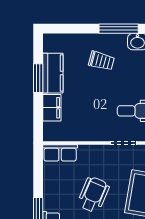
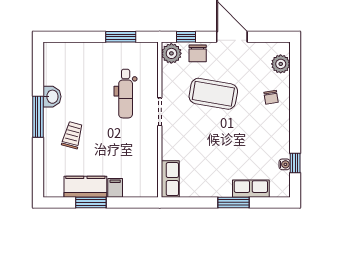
filing cabinet: (52, 108) -> (115, 188), width x0.50
wheelchair: (93, 195) -> (215, 144), removed

